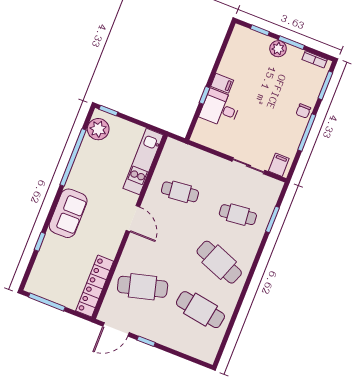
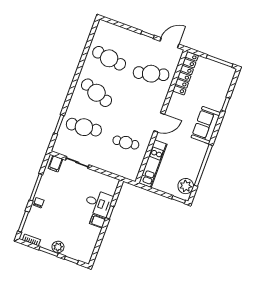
cafe table: (238, 215) -> (84, 127), width x1.37, depth x1.35
door: (133, 219) -> (159, 122), swing flipped

